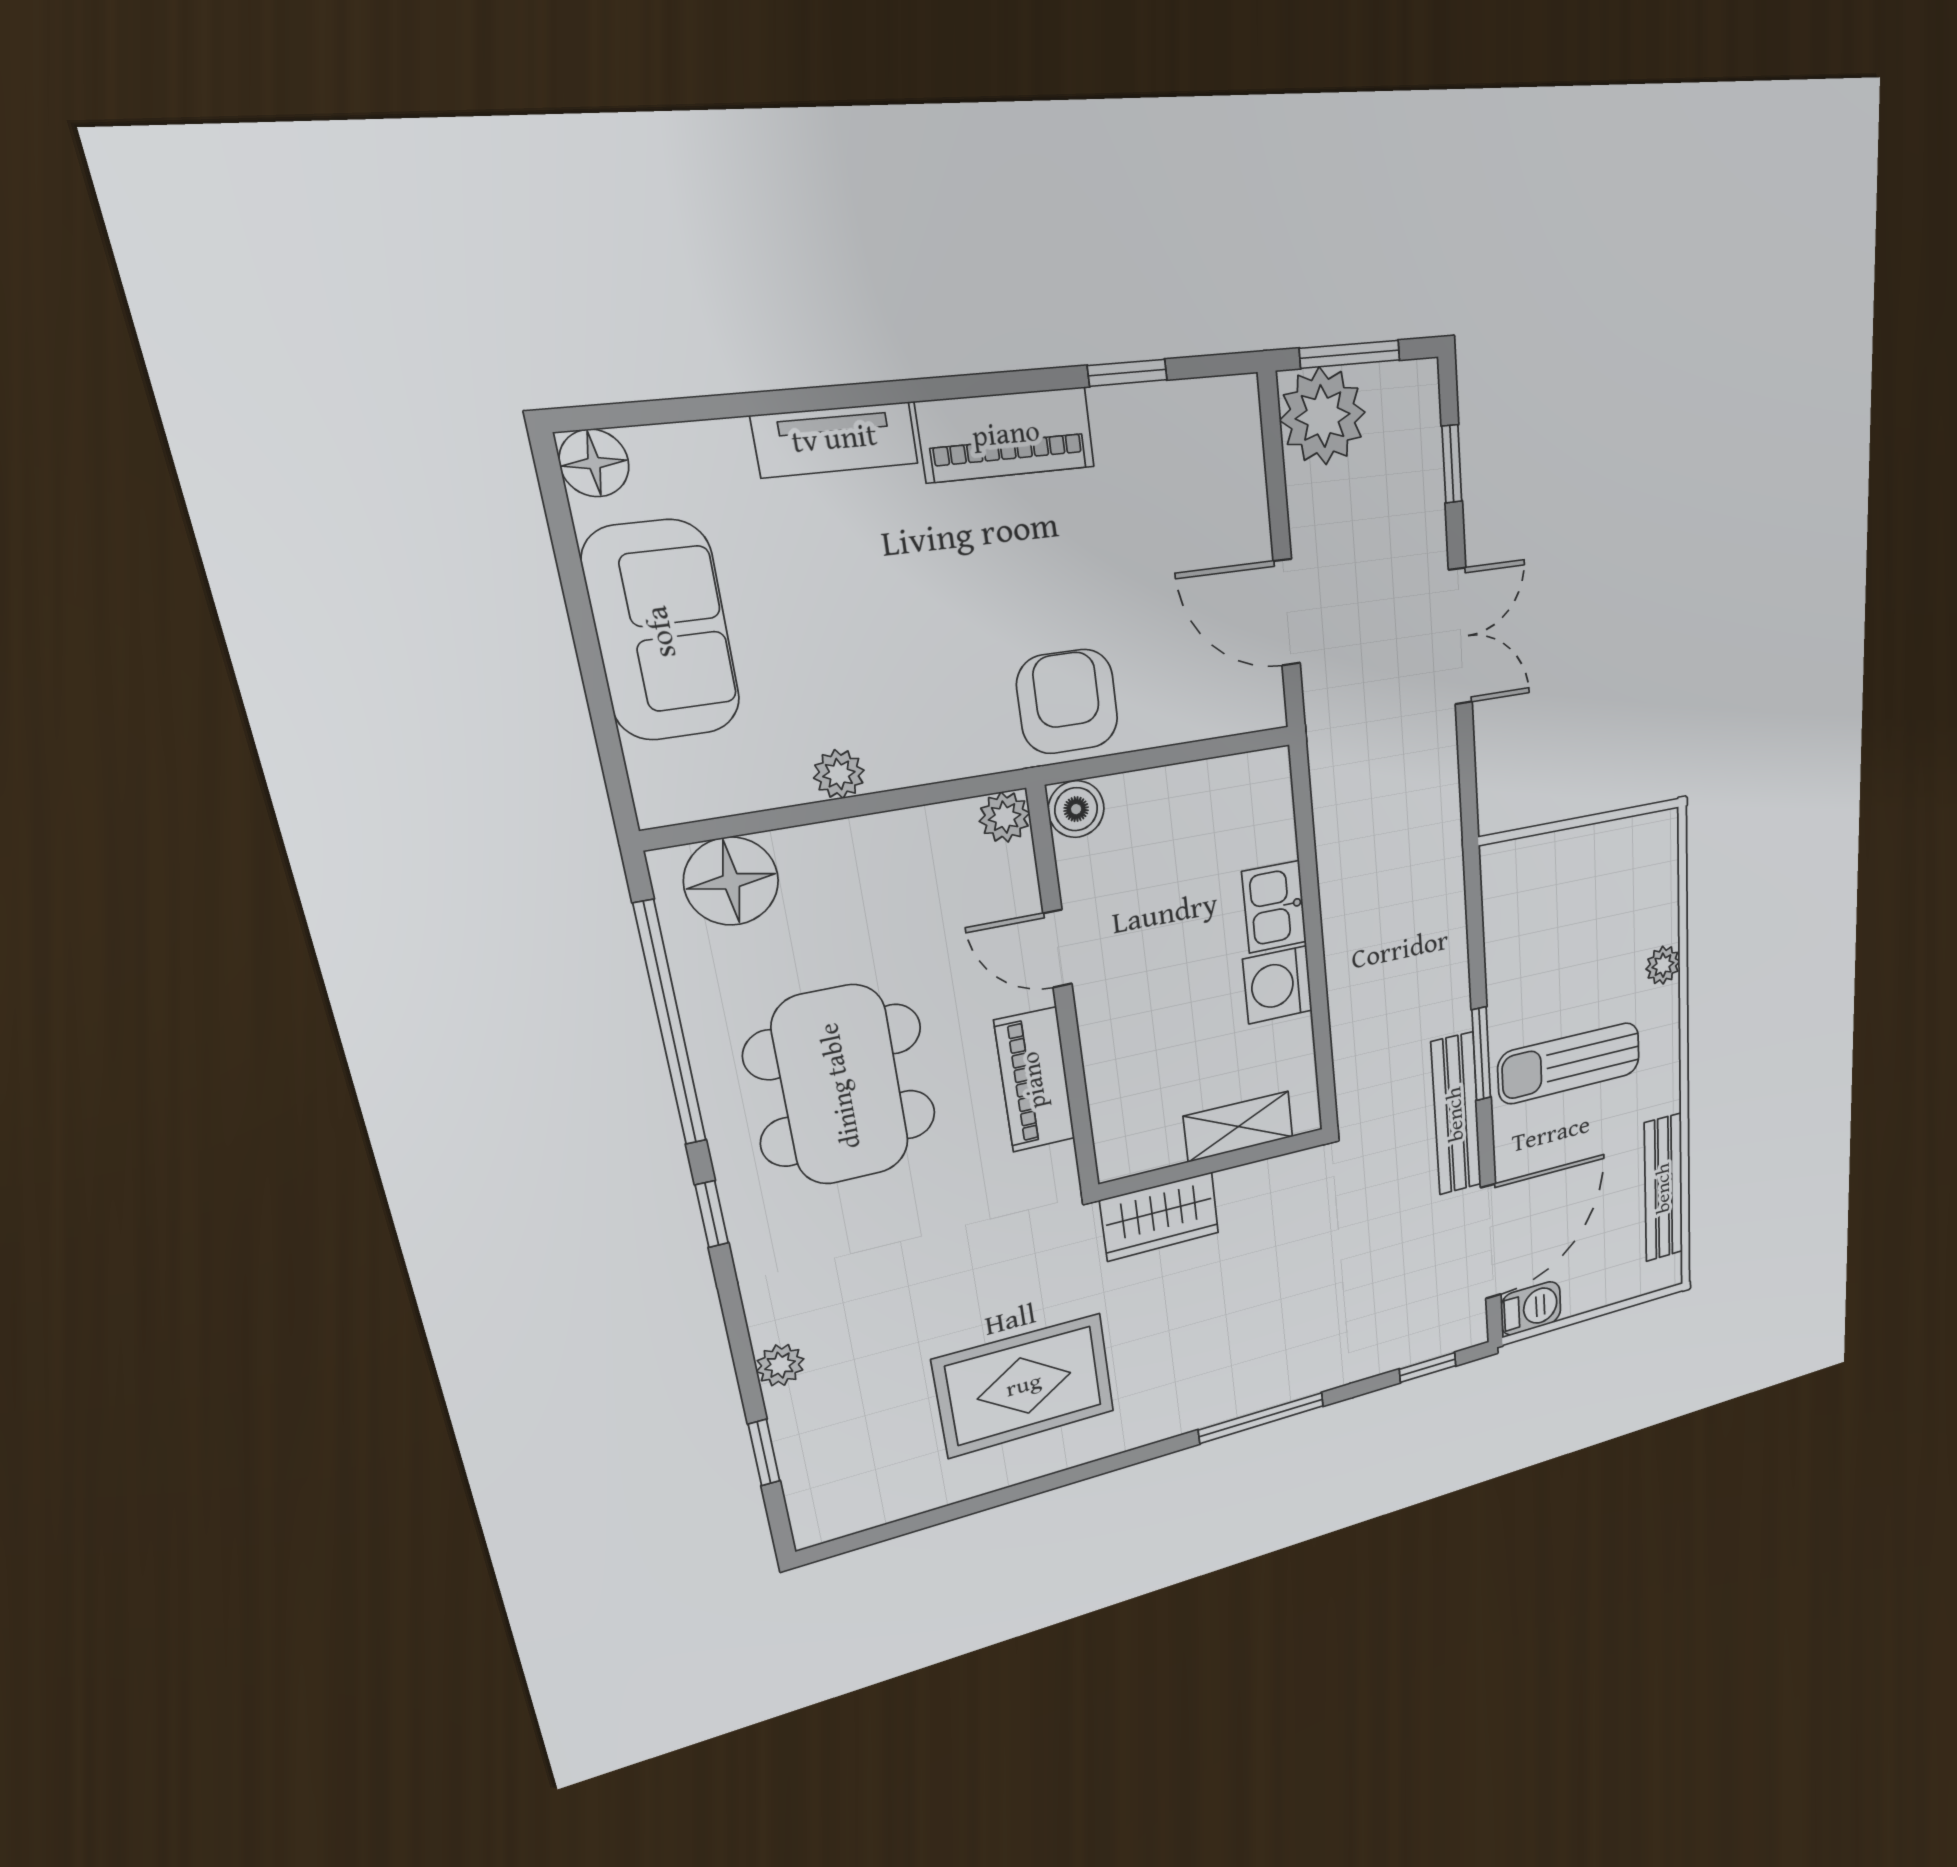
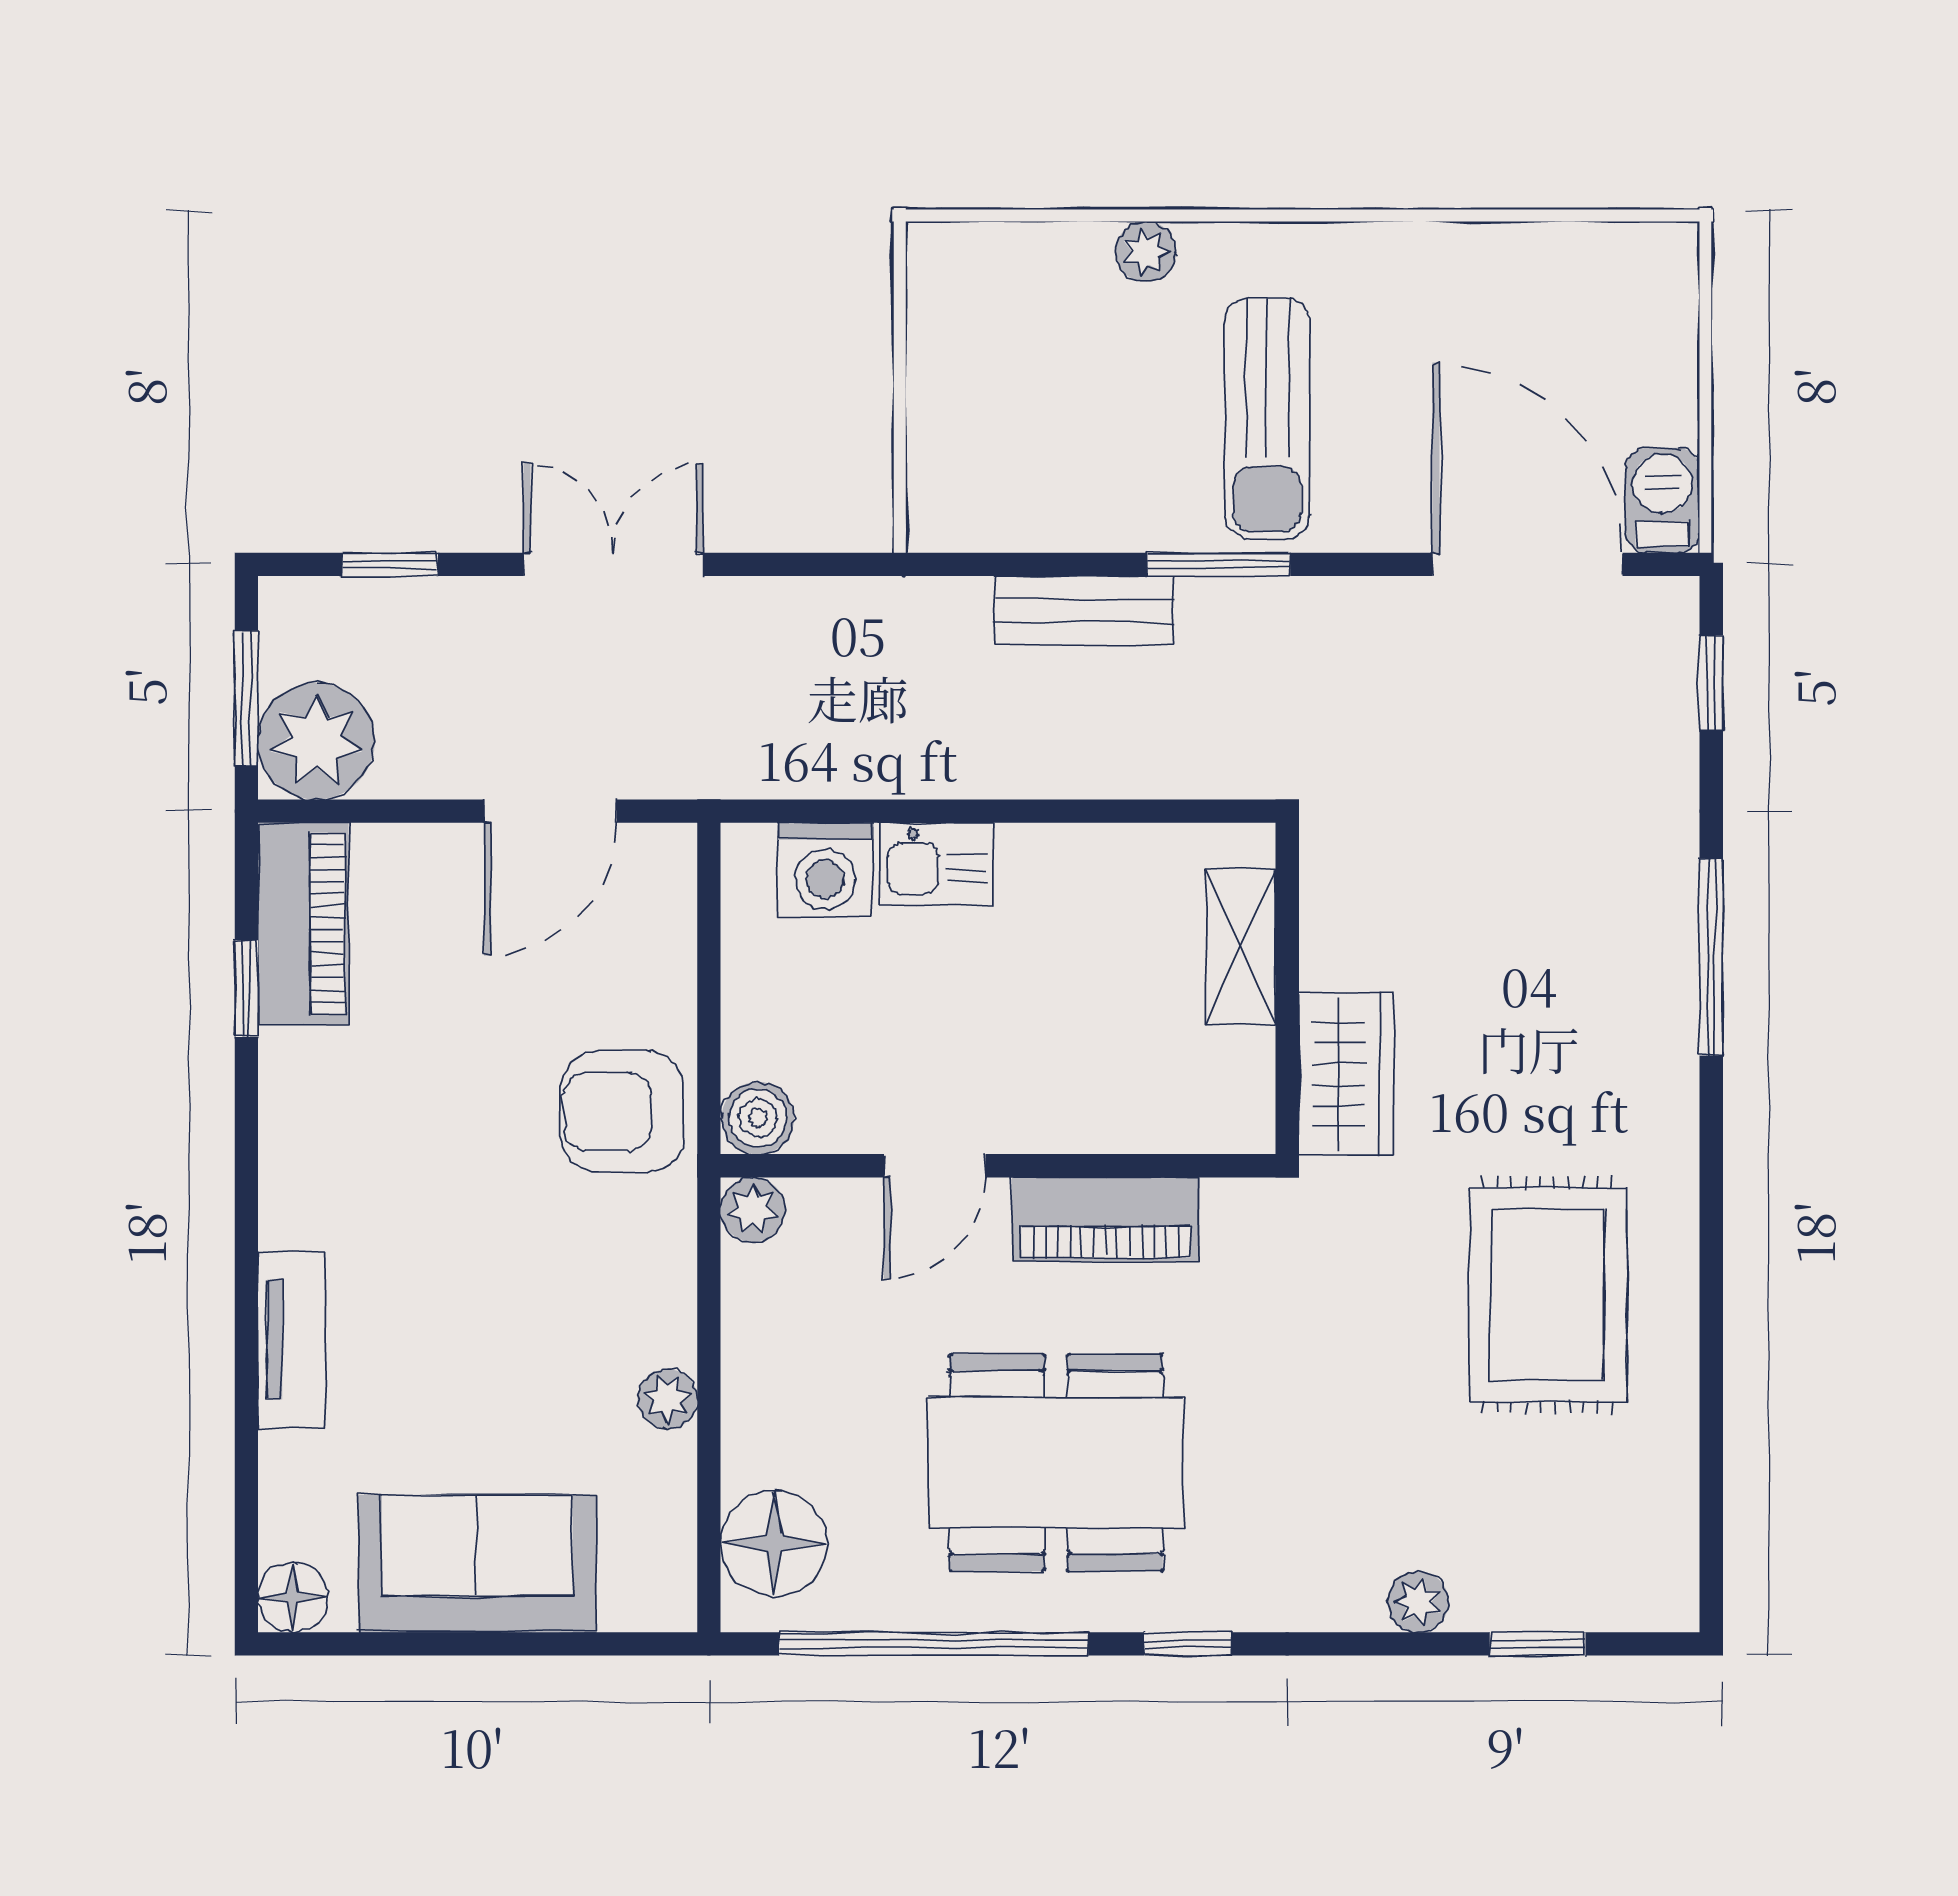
piano: (1006, 435) -> (303, 924), moved
washing machine: (1278, 985) -> (825, 870), moved
bench: (1456, 1114) -> (1084, 610), moved, width x0.73
bench: (1664, 1188) -> (1518, 255), removed

